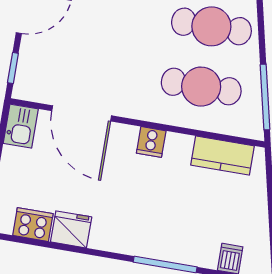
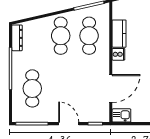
kitchen counter: (222, 155) -> (119, 34), moved

